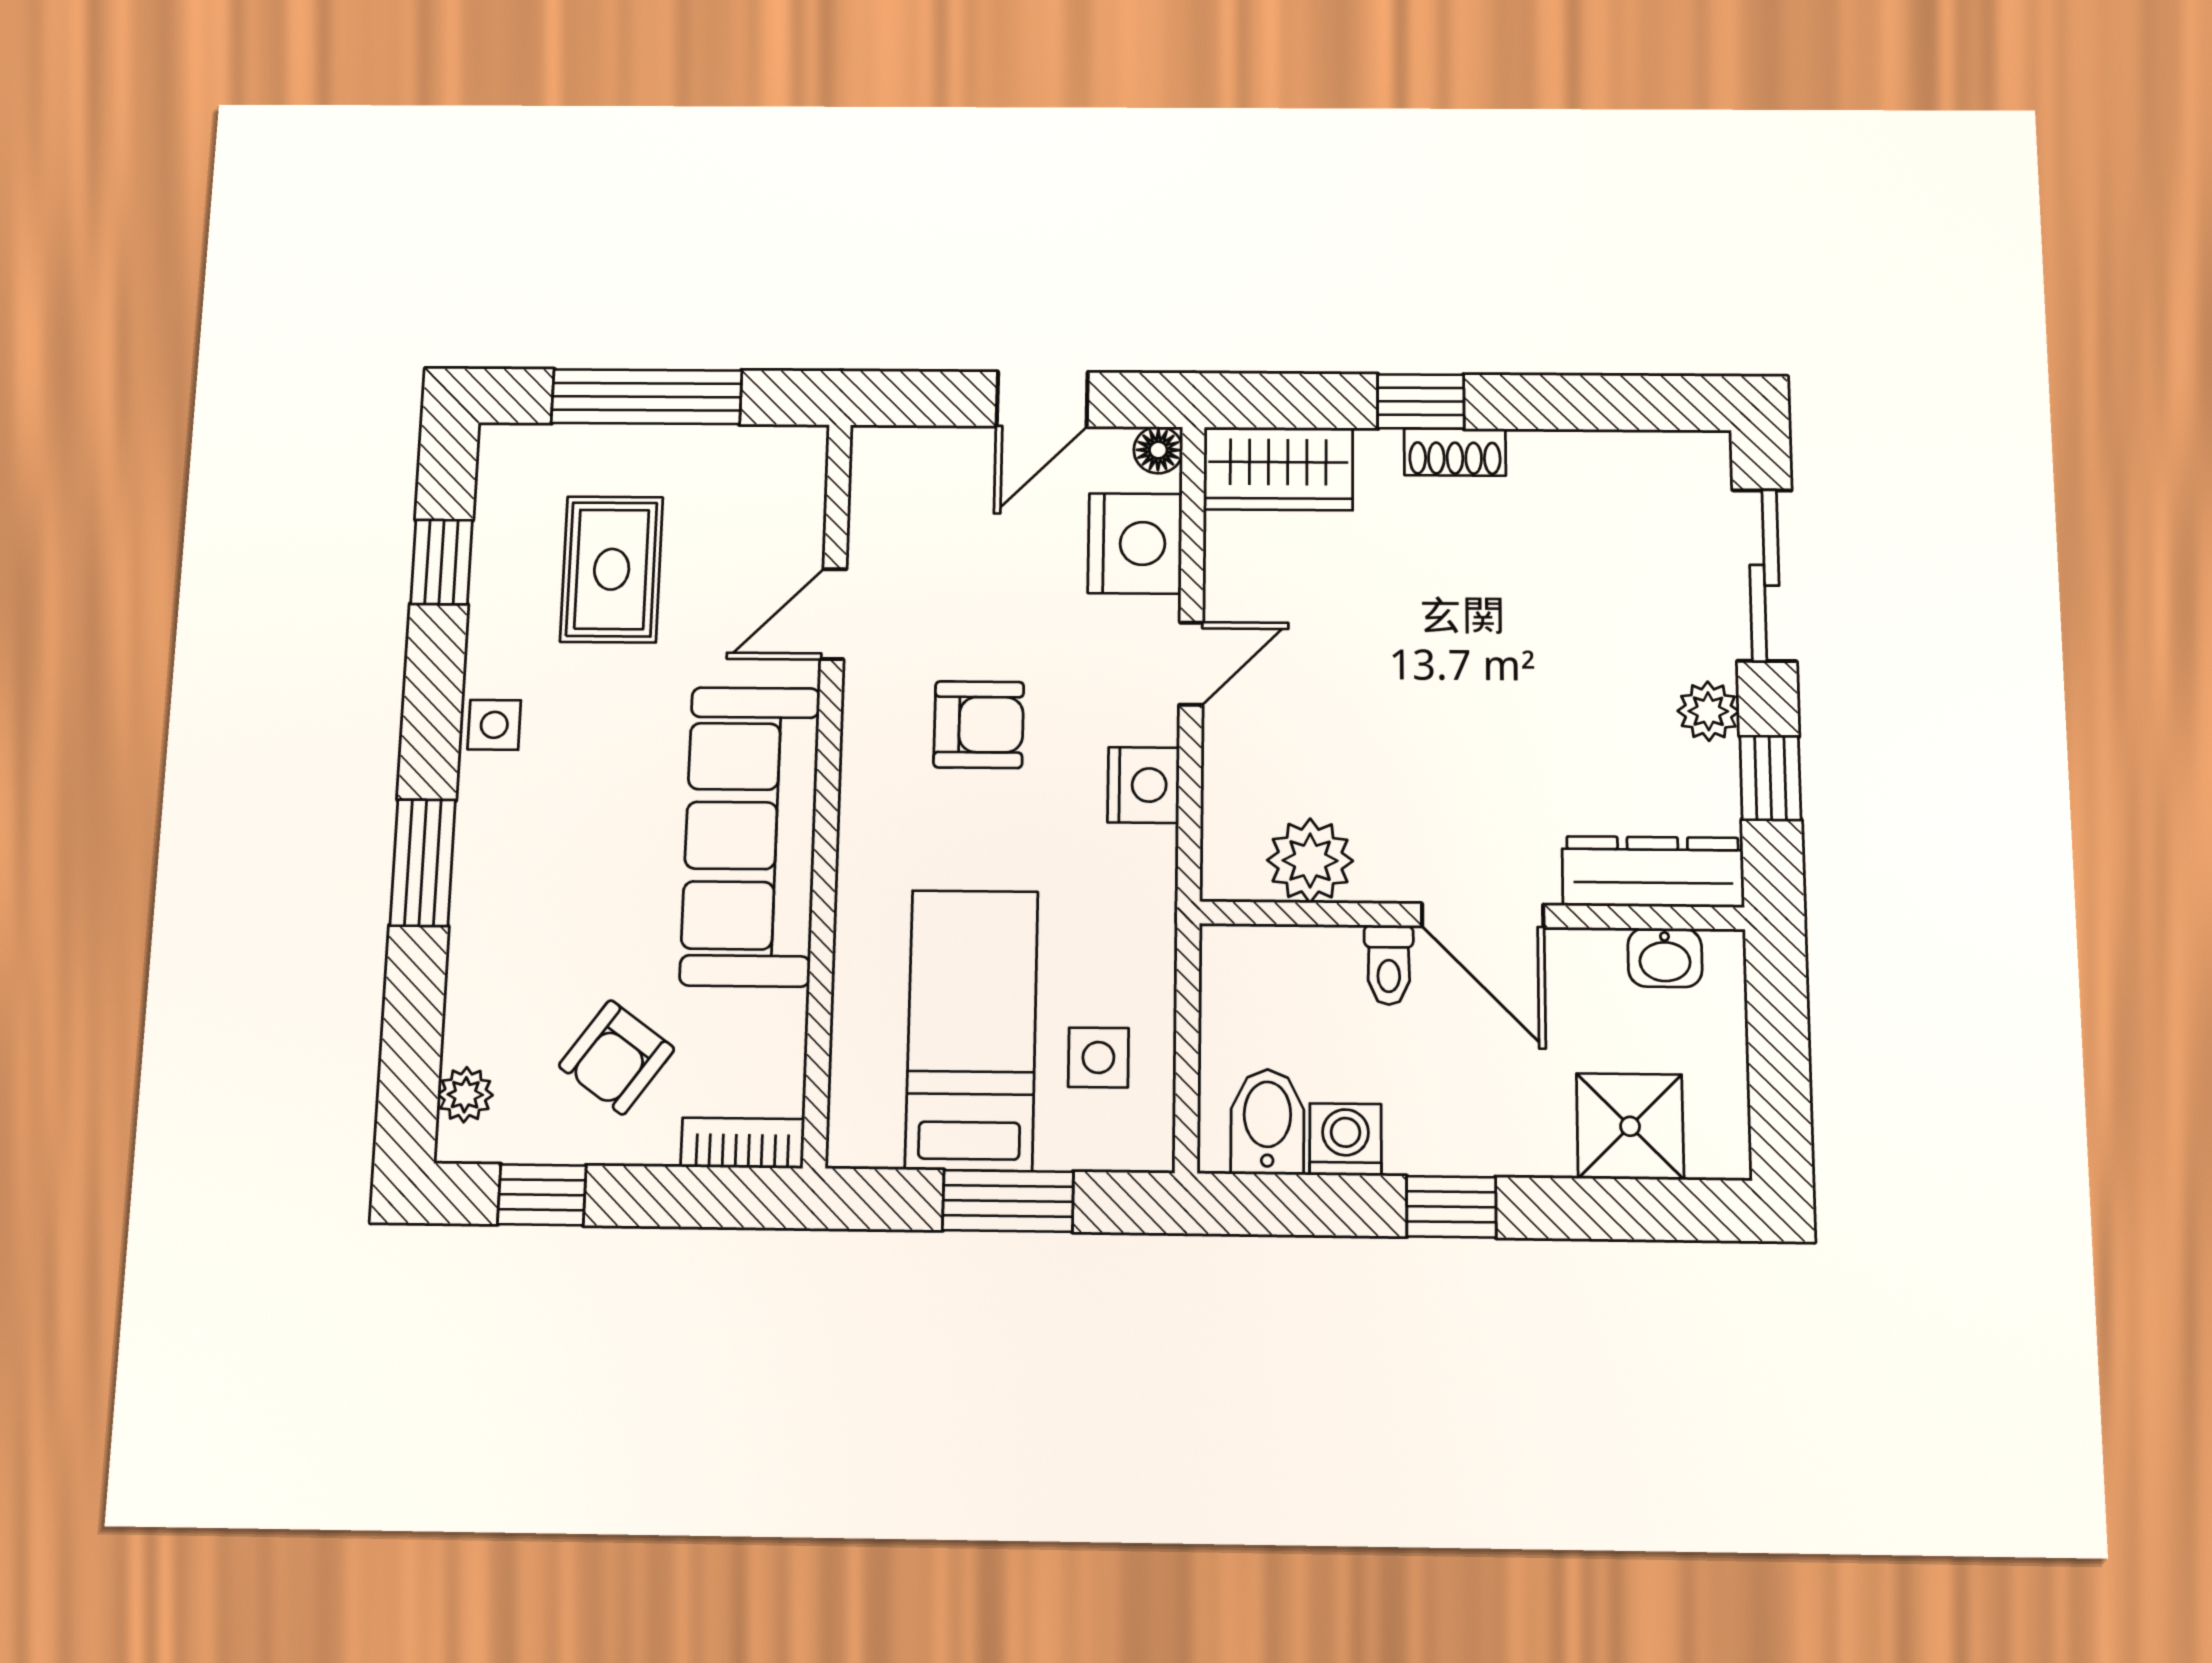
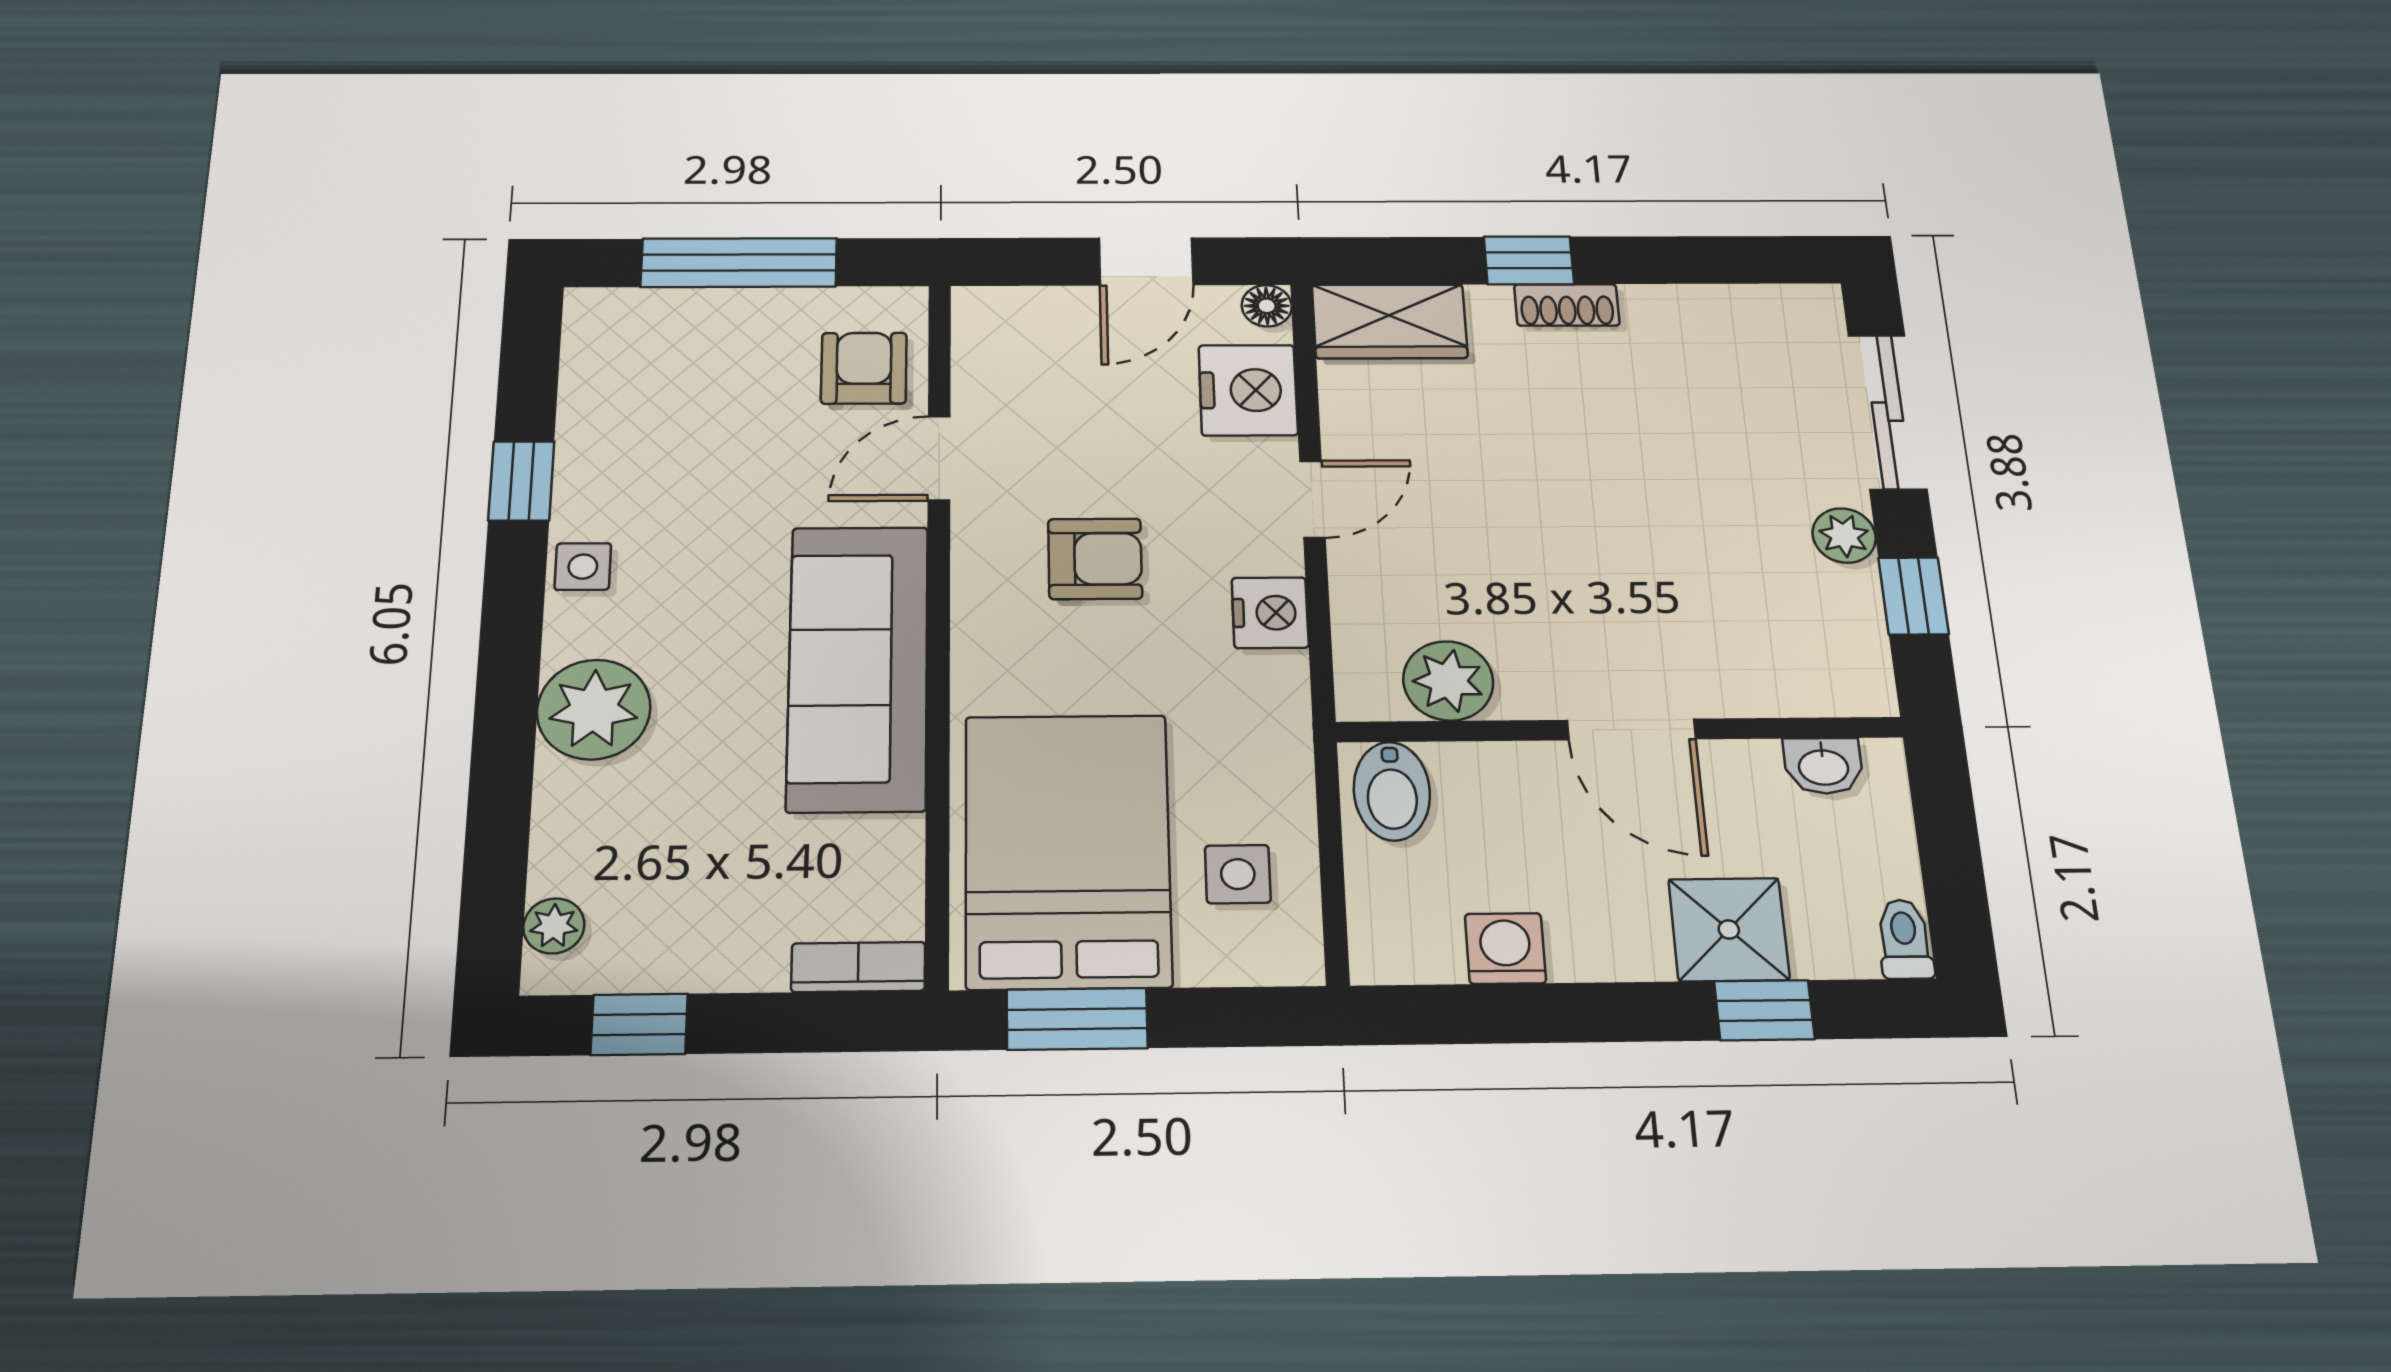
window: (442, 562) -> (521, 481), moved
rug: (612, 569) -> (705, 420), removed
window: (423, 863) -> (507, 699), removed
dresser: (1653, 872) -> (1803, 685), removed
plant: (503, 875) -> (594, 709), added
toilet: (1389, 965) -> (1905, 939), moved, turned 180
bed: (972, 1030) -> (1068, 850), width x1.50
armchair: (617, 1057) -> (864, 368), moved, turned 144
bidet: (1267, 1122) -> (1392, 791), moved, turned 180
shower: (1630, 1126) -> (1729, 929), moved
window: (1008, 1201) -> (1077, 1019), moved
window: (1451, 1207) -> (1764, 1010), moved

